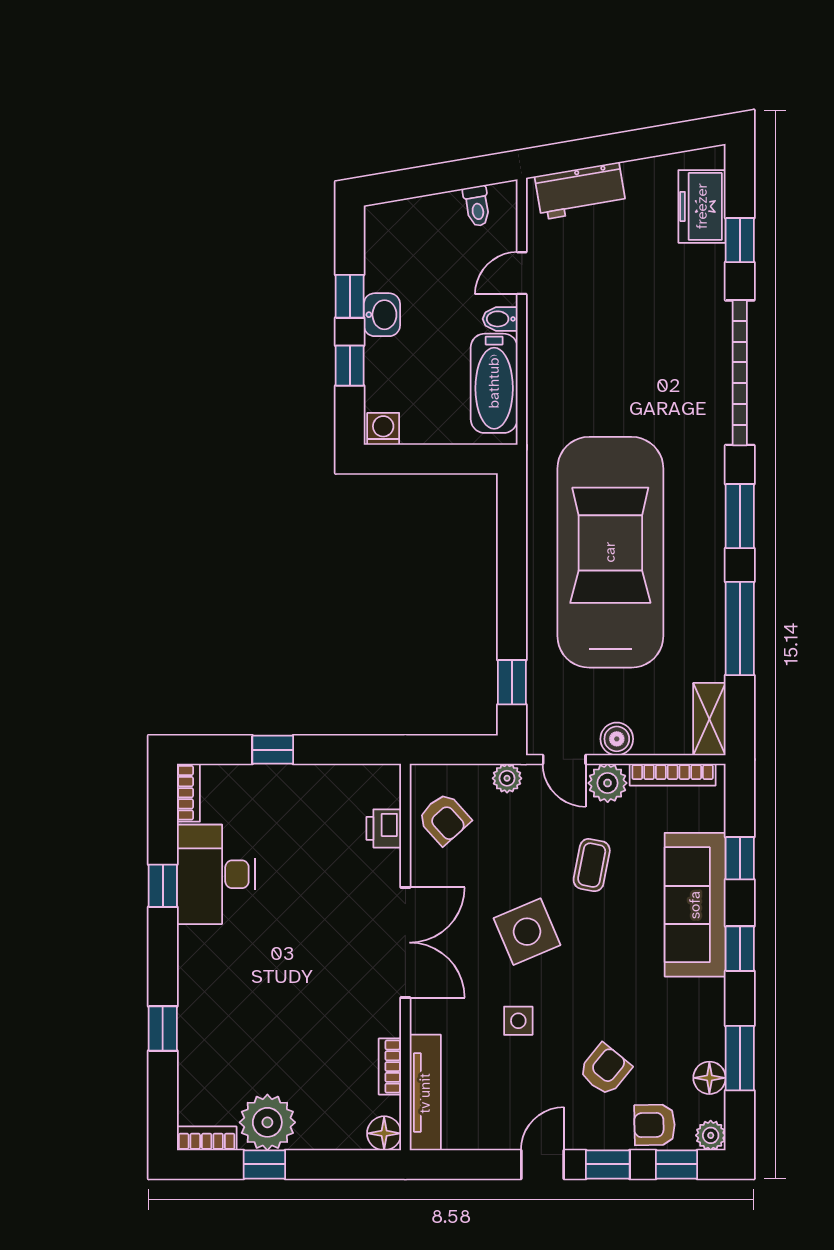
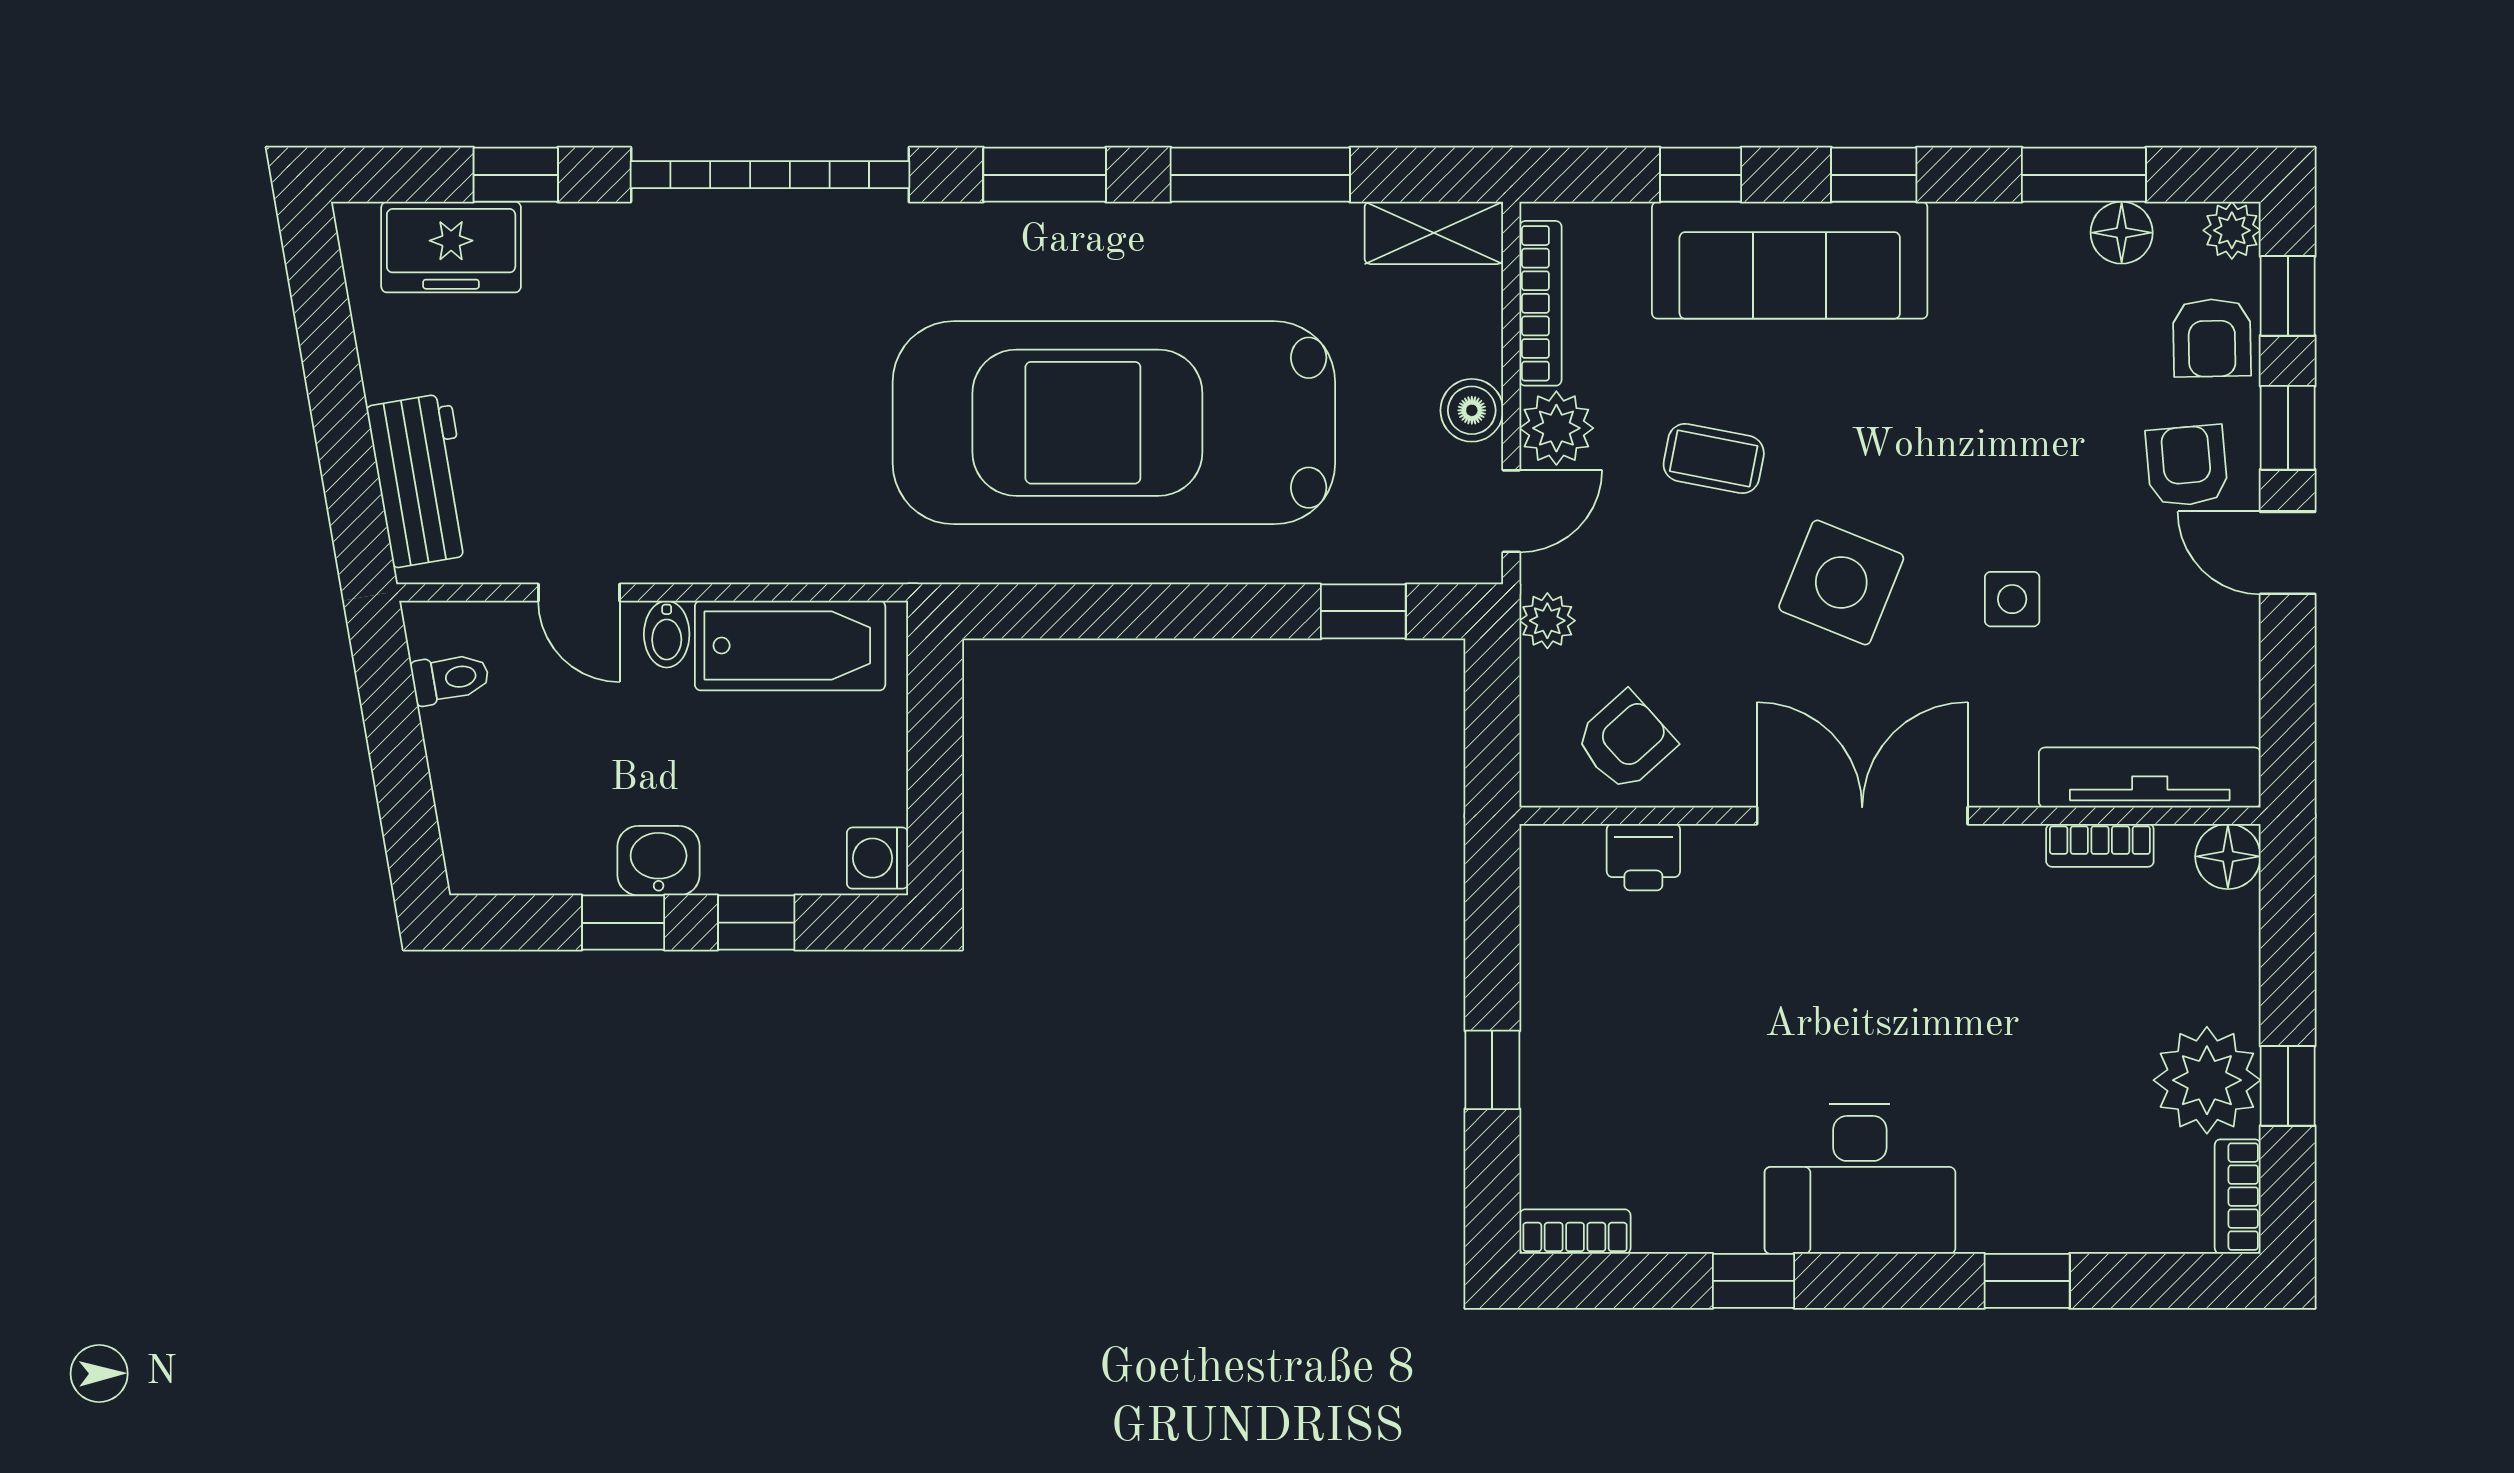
desk: (216, 874) -> (1860, 1179), moved
side table: (527, 932) -> (1841, 582), turned 45
armchair: (605, 1070) -> (2187, 466), moved, turned 46

